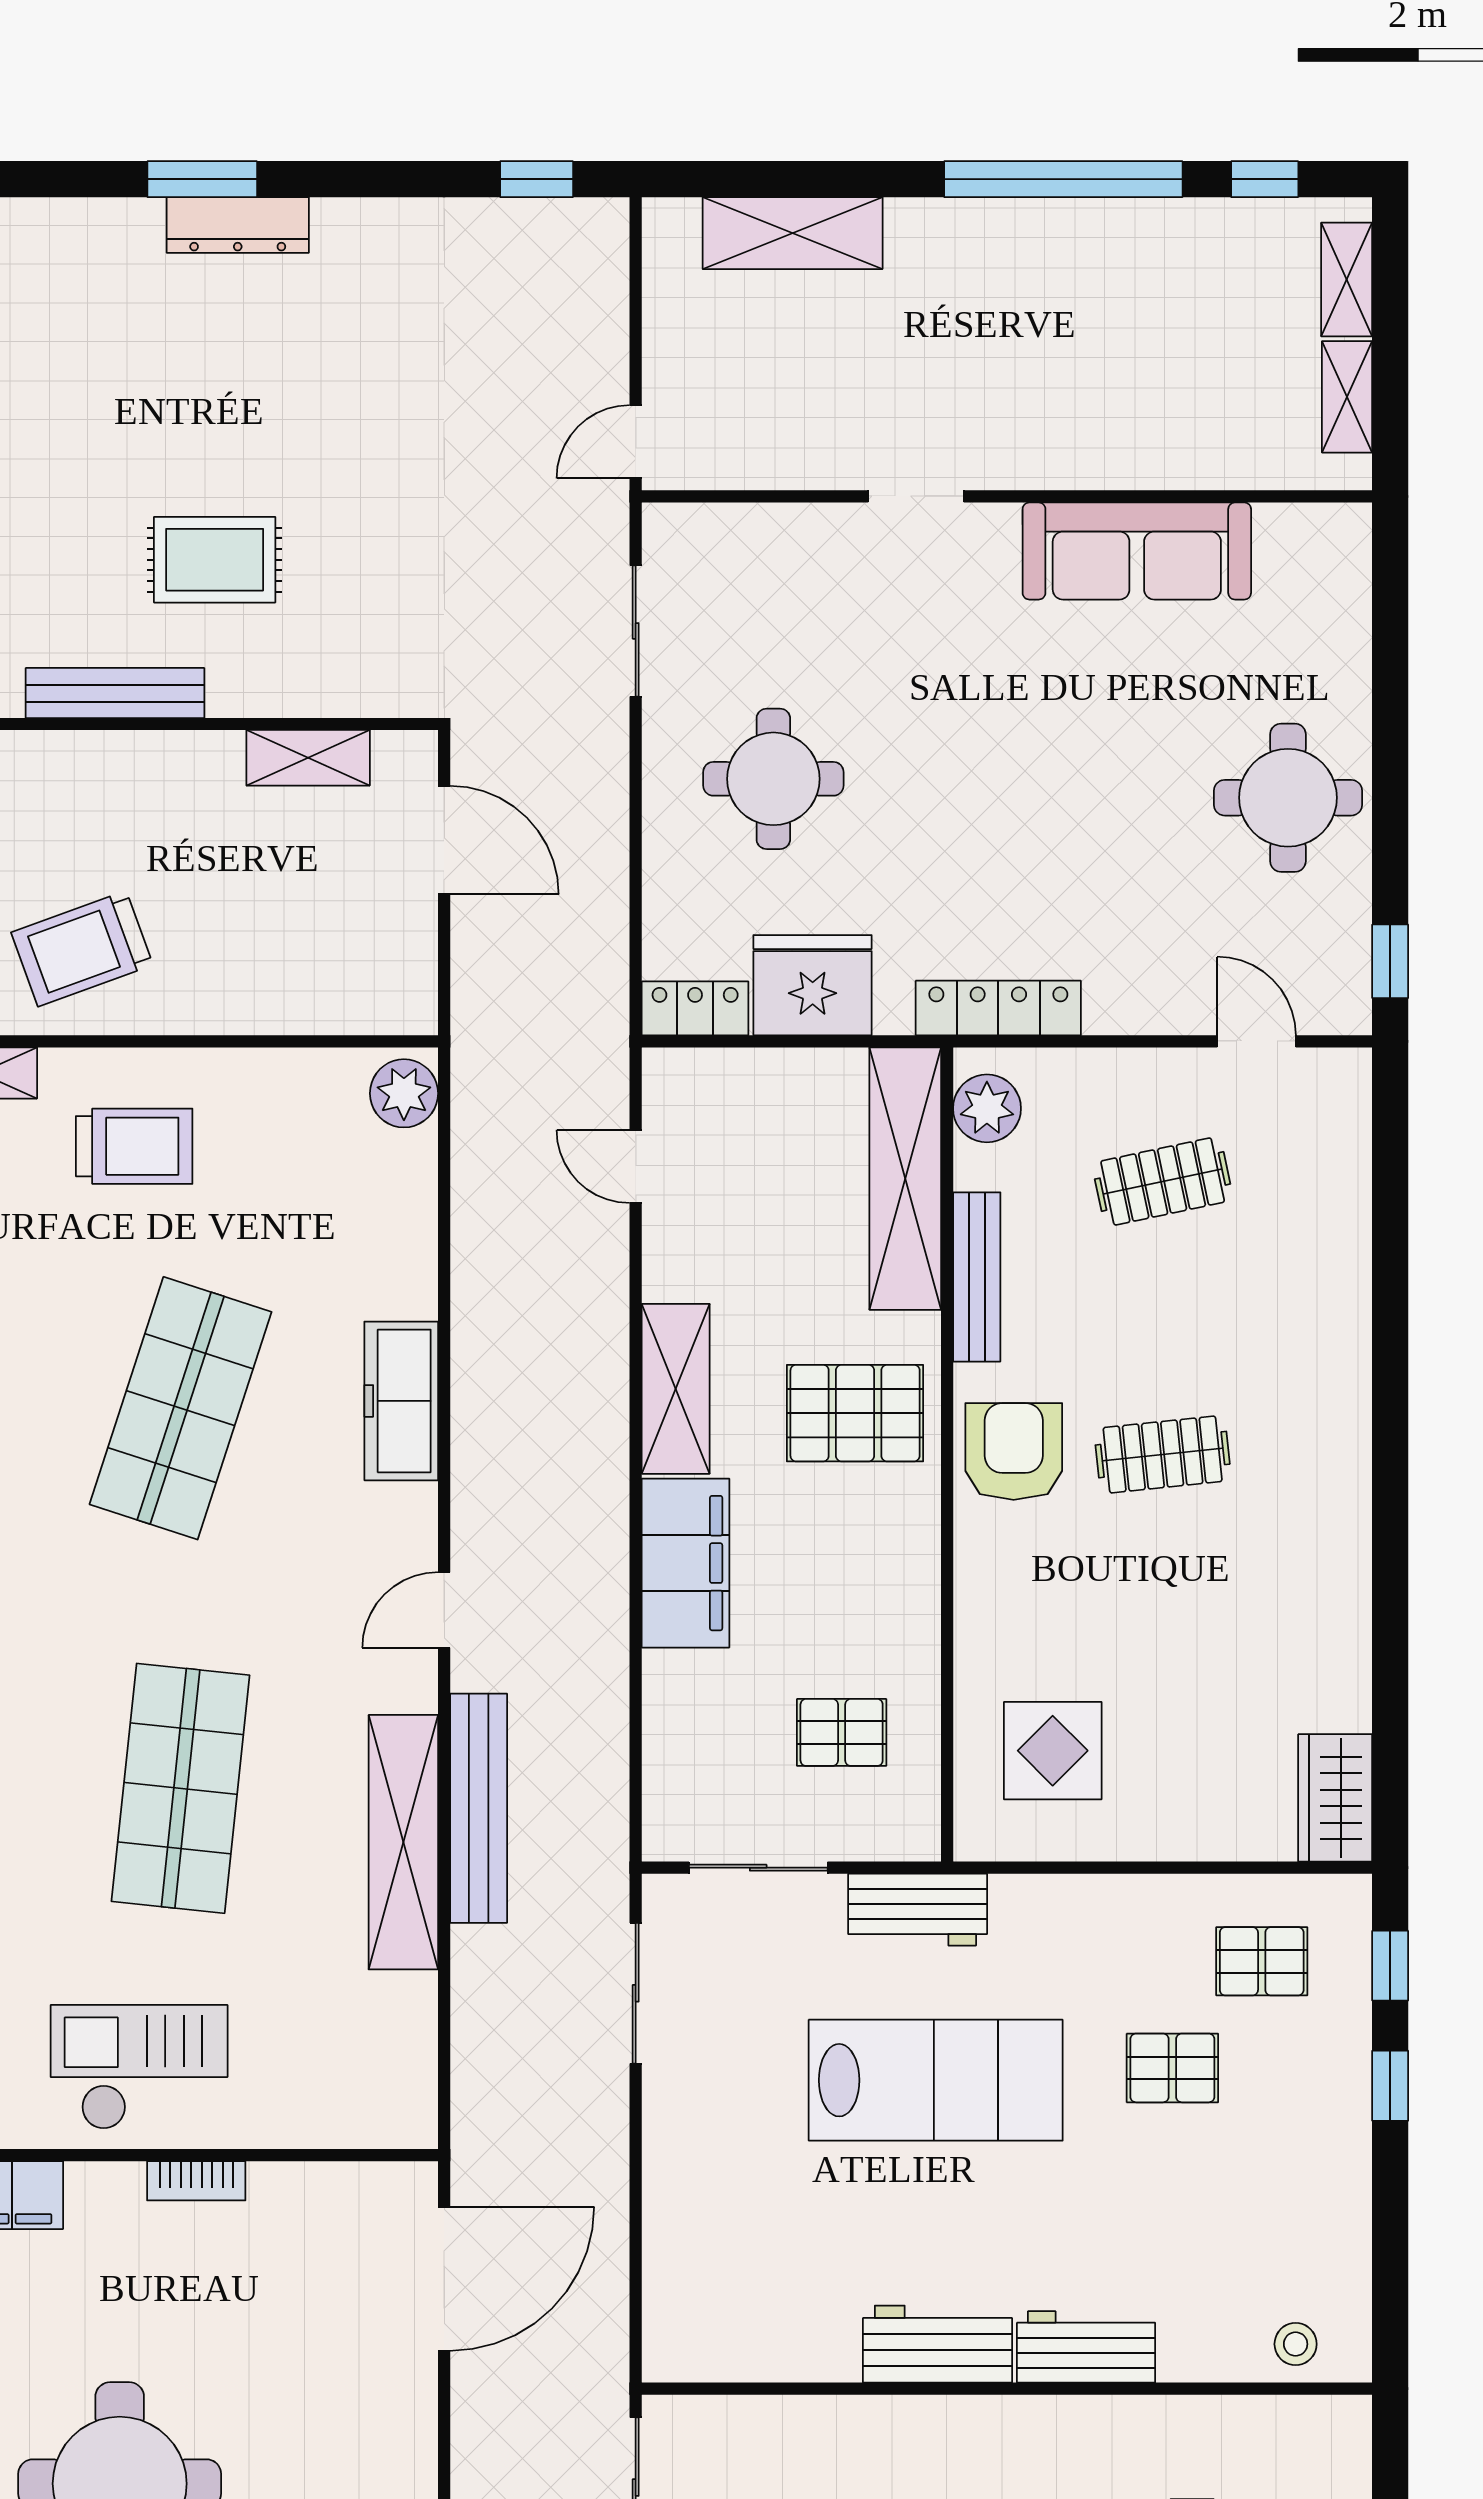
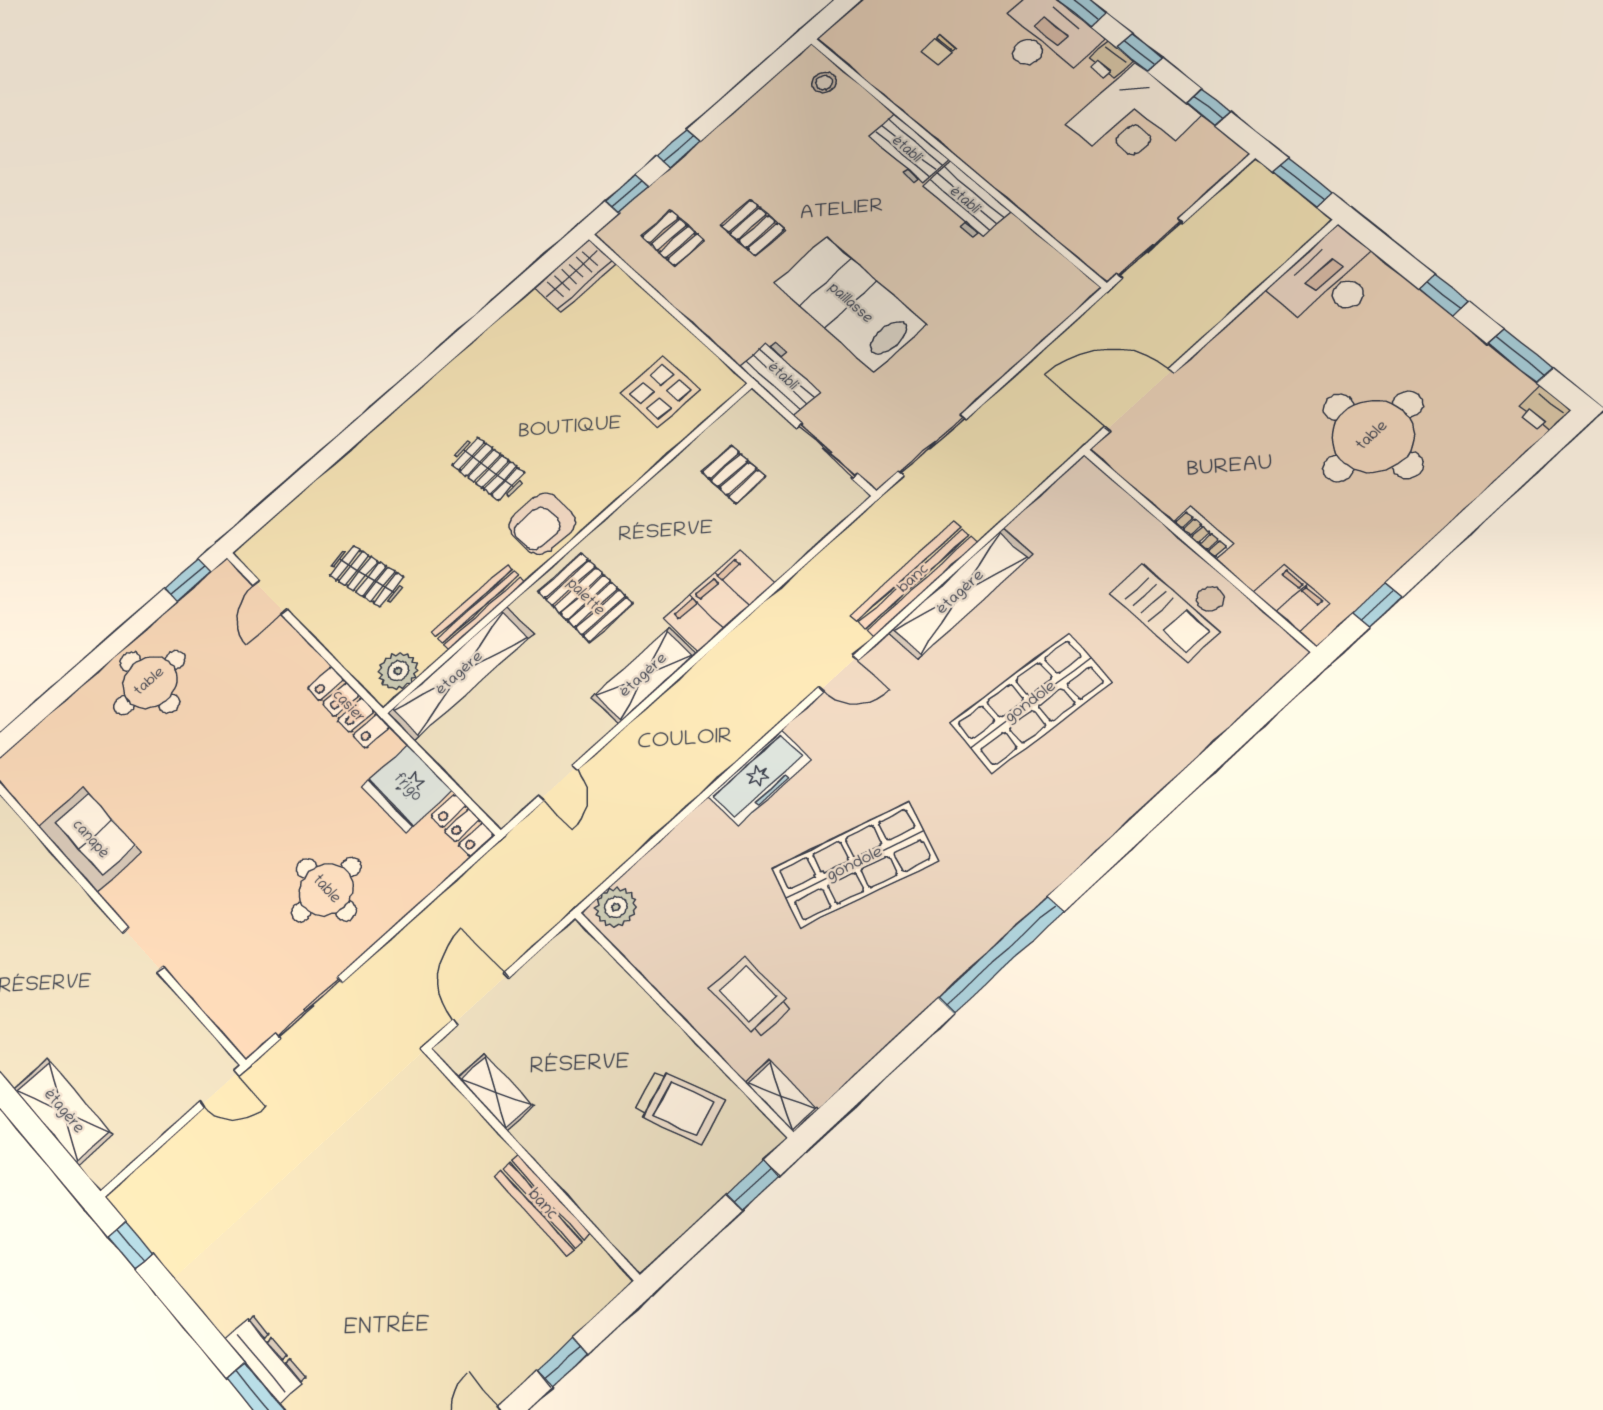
sofa: (1137, 551) -> (90, 840), width x0.73
rug: (215, 560) -> (438, 1220), removed

